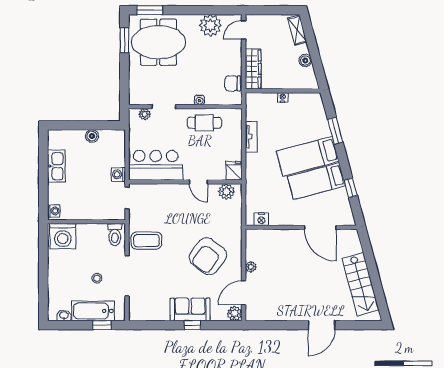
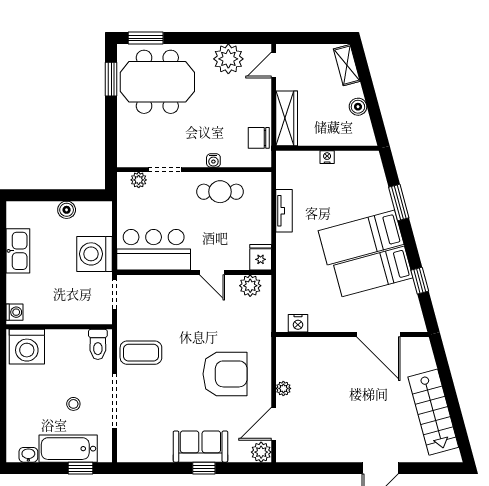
washing machine: (118, 174) -> (95, 254), width x1.89, depth x1.89
armchair: (208, 256) -> (225, 374), turned -127

